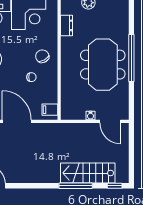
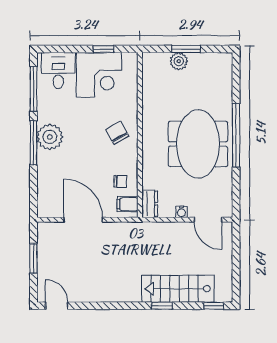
dresser: (67, 25) -> (150, 204), moved
chair: (31, 77) -> (120, 181), moved
window: (76, 186) -> (162, 306), width x0.46

